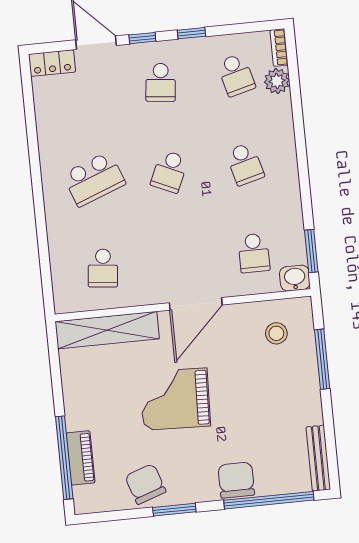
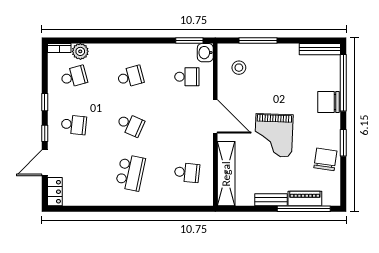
school desk: (94, 179) -> (130, 173), turned 33
bench: (73, 405) -> (271, 200), added
chair: (145, 484) -> (325, 159), turned 117

